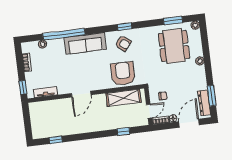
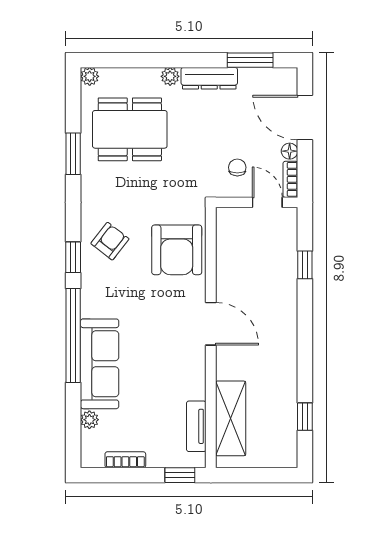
window: (173, 21) -> (73, 154), moved
window: (125, 27) -> (73, 257), moved
window: (64, 34) -> (73, 336), moved
sofa: (85, 43) -> (100, 364), moved
armchair: (123, 74) -> (177, 250), turned -90
door: (81, 94) -> (211, 324), moved
shelving: (123, 98) -> (231, 418), moved
dresser: (204, 103) -> (209, 78), moved

